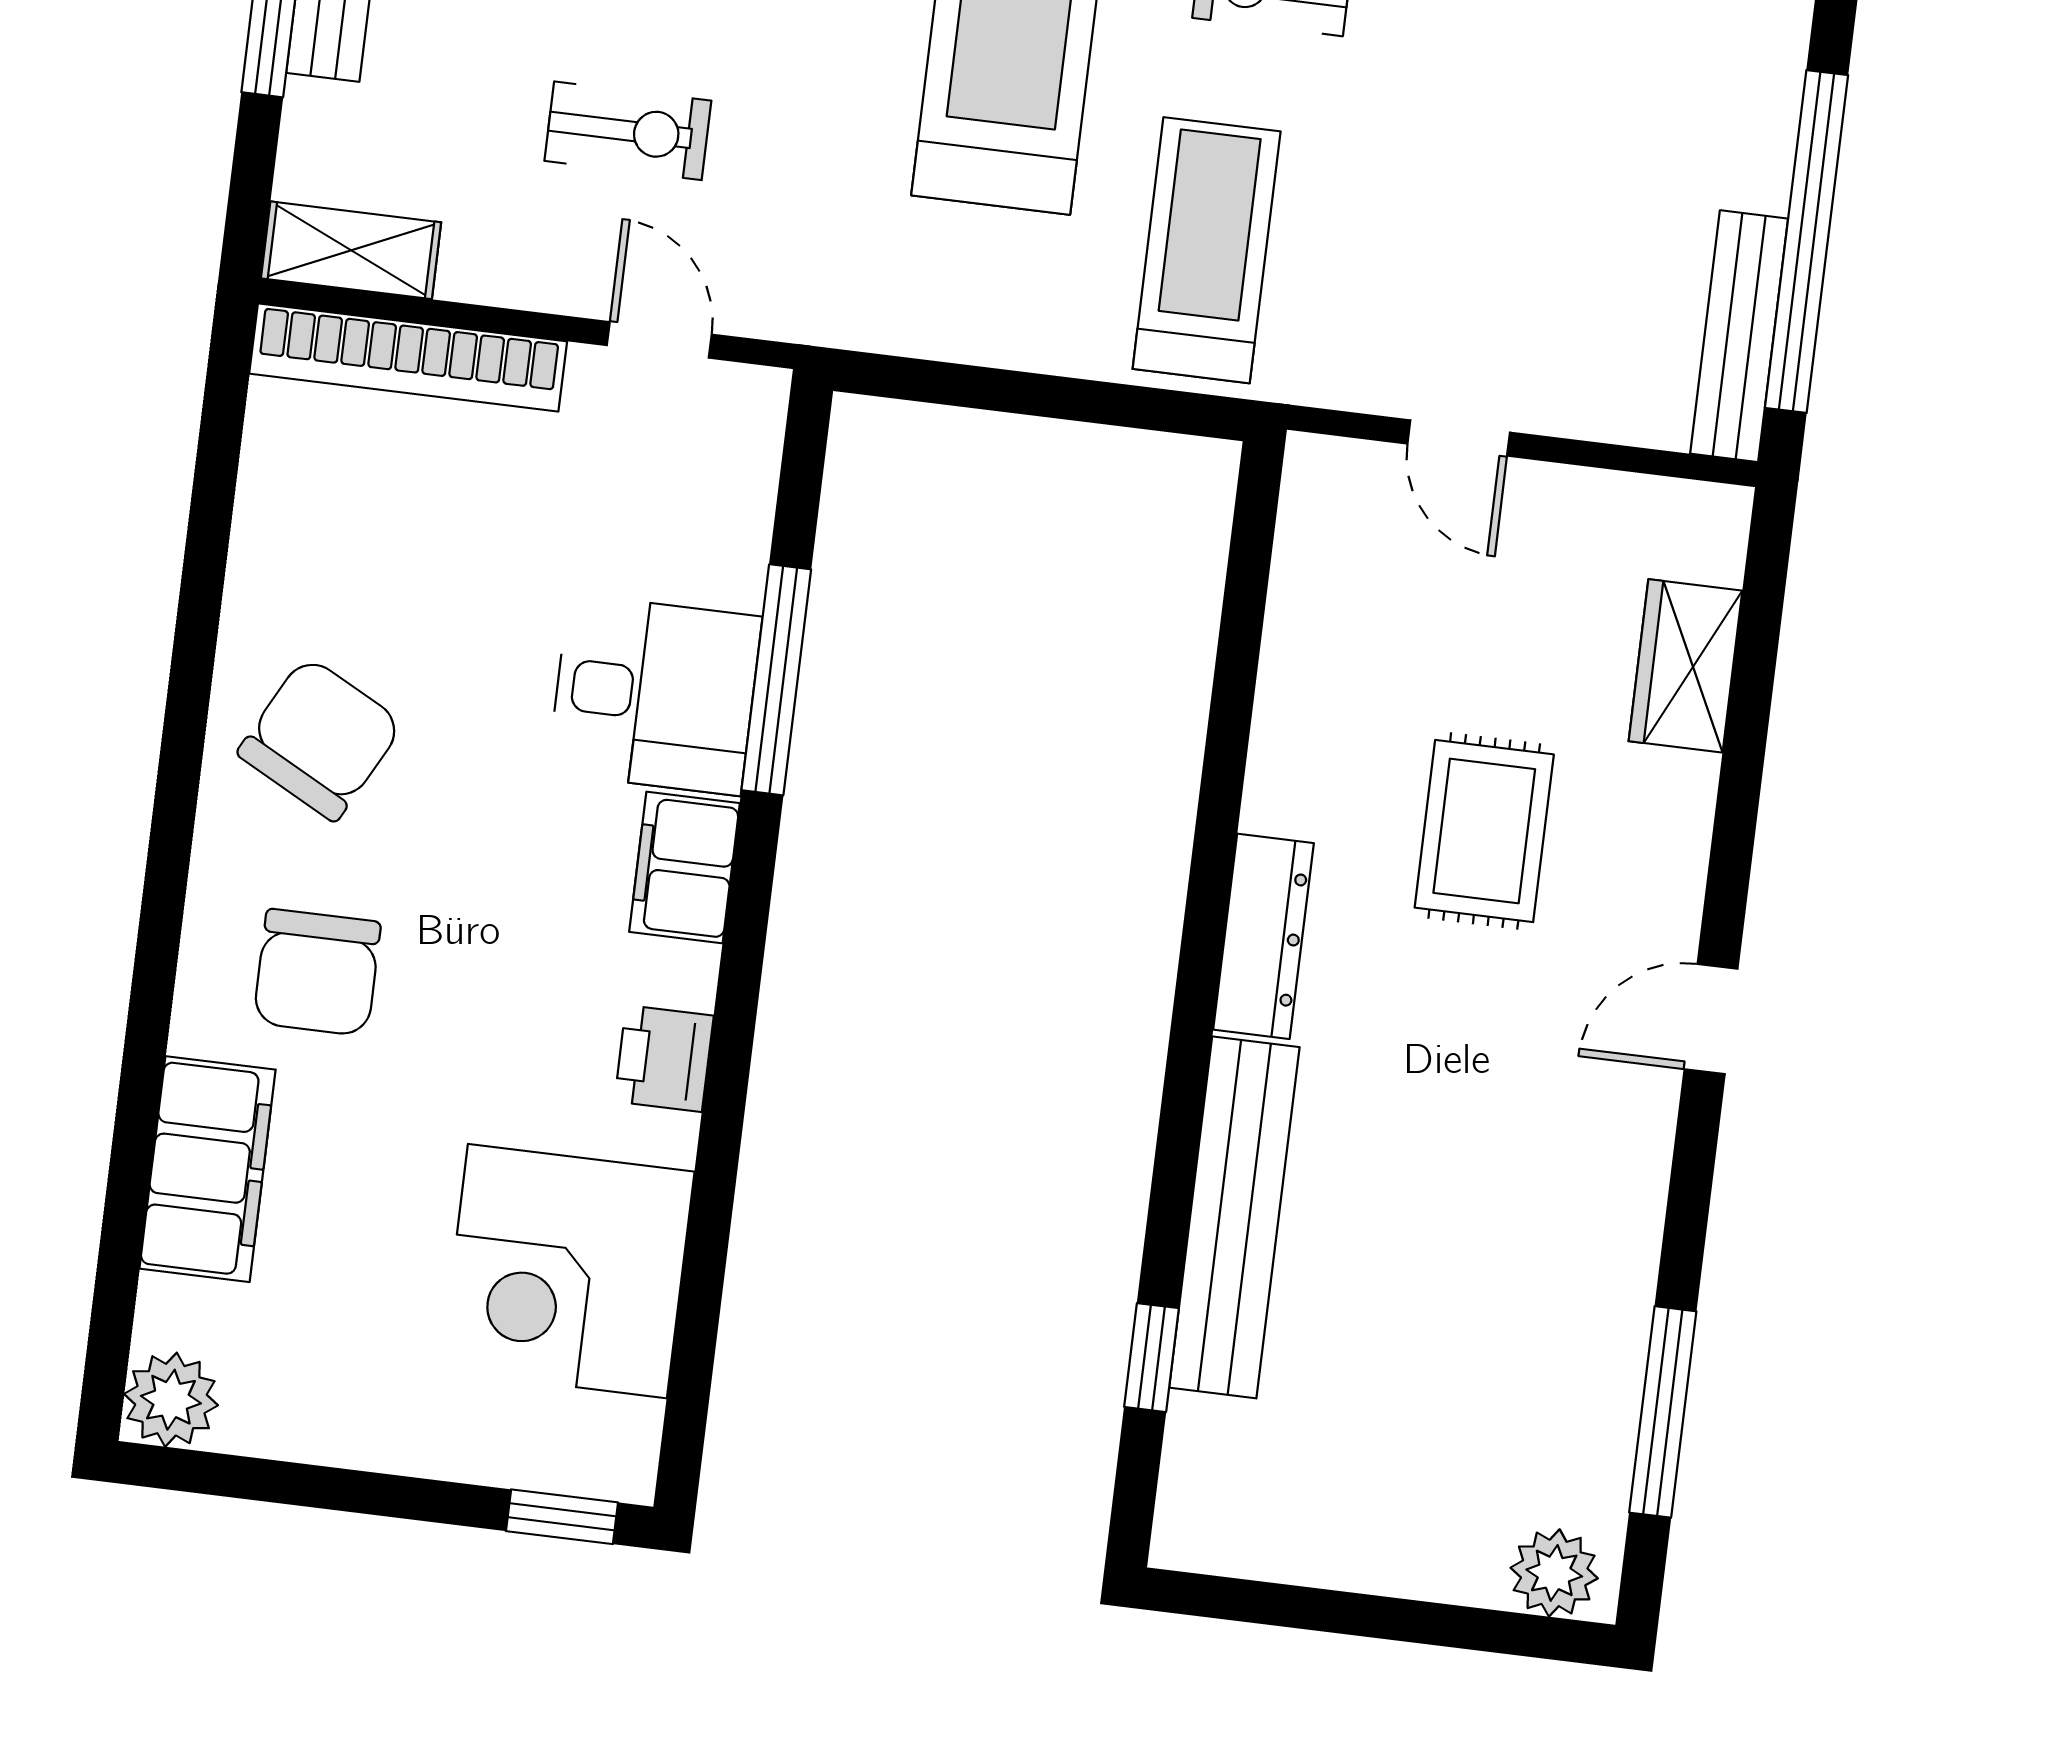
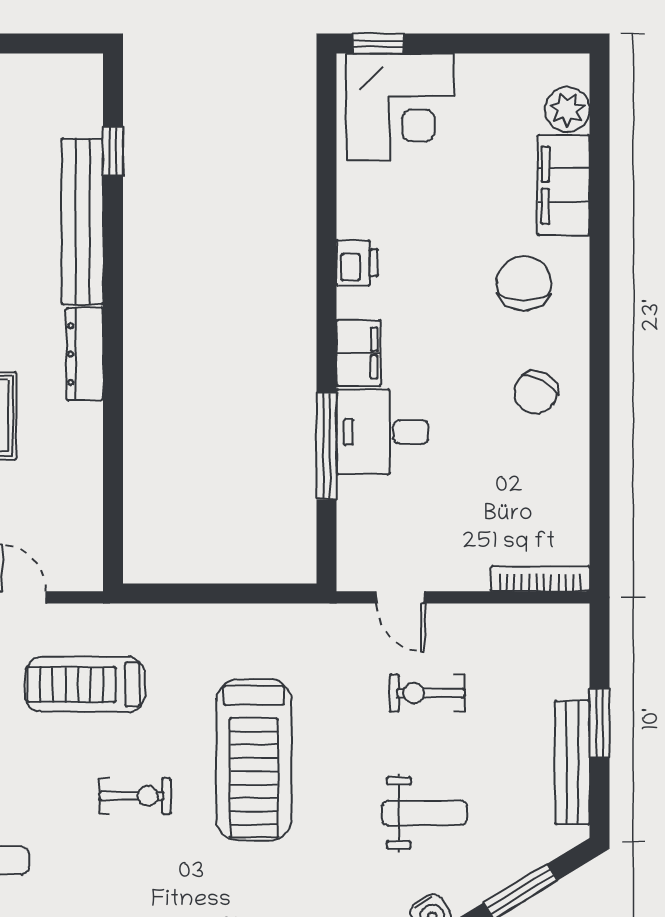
shelving: (351, 250) -> (549, 622), removed
treadmill: (1207, 250) -> (85, 684), moved, turned 90
bookcase: (408, 357) -> (540, 579), width x0.68, depth x0.76
chair: (320, 739) -> (536, 392), width x0.73, depth x0.73
corner desk: (567, 1271) -> (400, 107), moved, turned 90
plant: (171, 1400) -> (567, 109), moved

